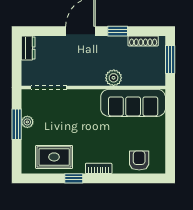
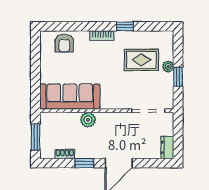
shoe rack: (143, 41) -> (65, 154), width x0.70
plant: (27, 122) -> (168, 67), moved
window: (17, 124) -> (178, 77), width x0.67
rug: (54, 157) -> (141, 60), moved

